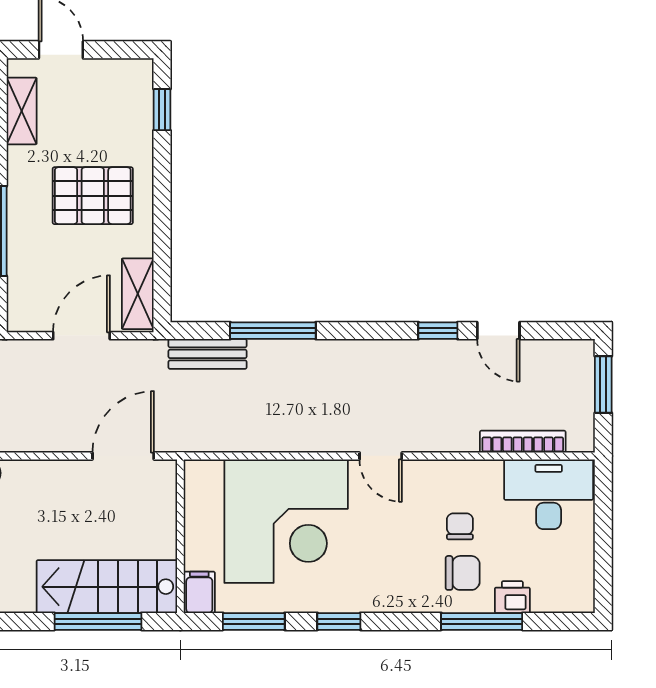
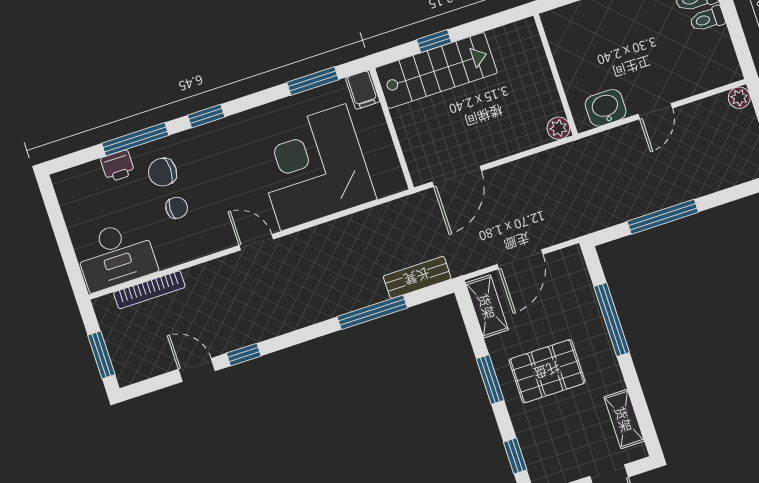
window: (162, 208) -> (490, 380), added
chair: (460, 526) -> (177, 208), turned -90
window: (98, 621) -> (434, 41), width x0.46
window: (339, 621) -> (206, 116), moved

